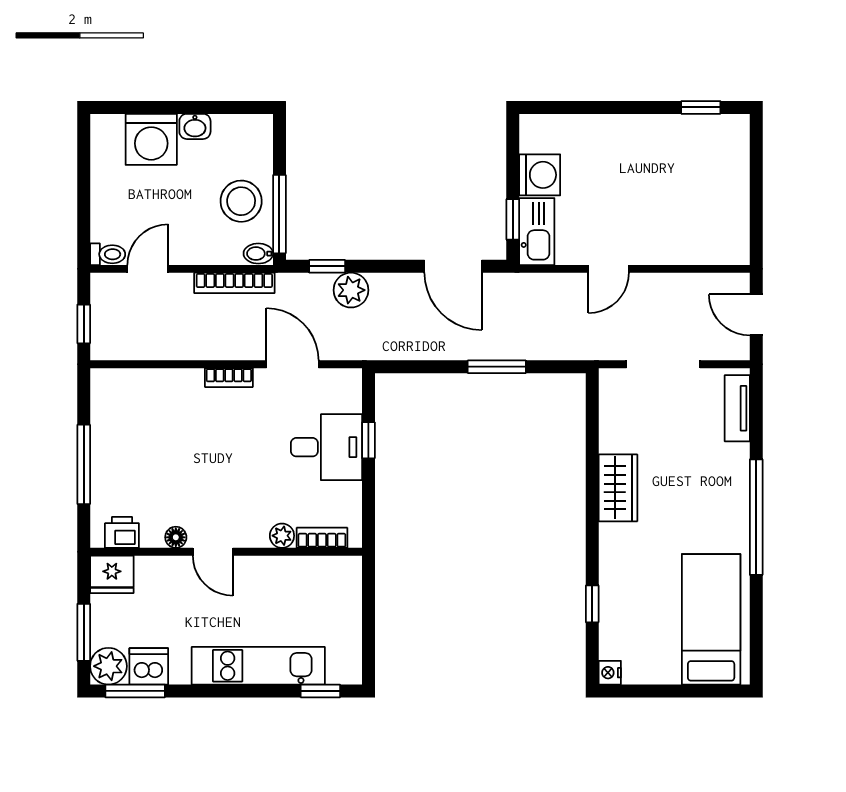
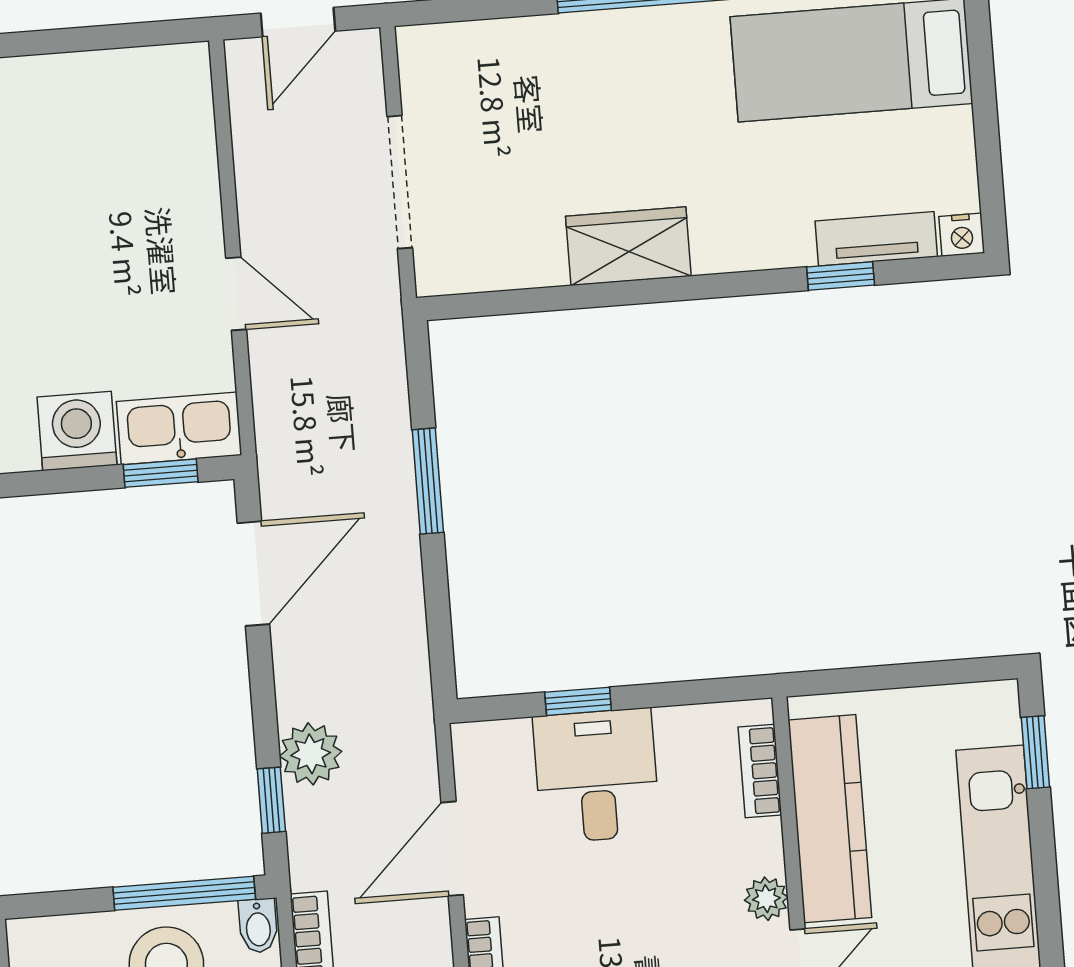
tv unit: (737, 408) -> (876, 239), moved, turned 180
plant: (282, 536) -> (766, 899), moved
kitchen counter: (293, 574) -> (830, 819), added

